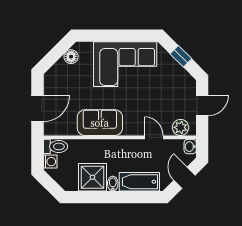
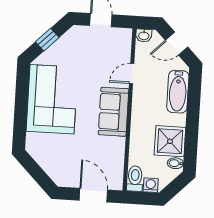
floor lamp: (71, 57) -> (41, 156), removed
sofa: (100, 123) -> (114, 112), moved
plant: (181, 127) -> (123, 45), removed
bidet: (113, 184) -> (175, 163), moved

